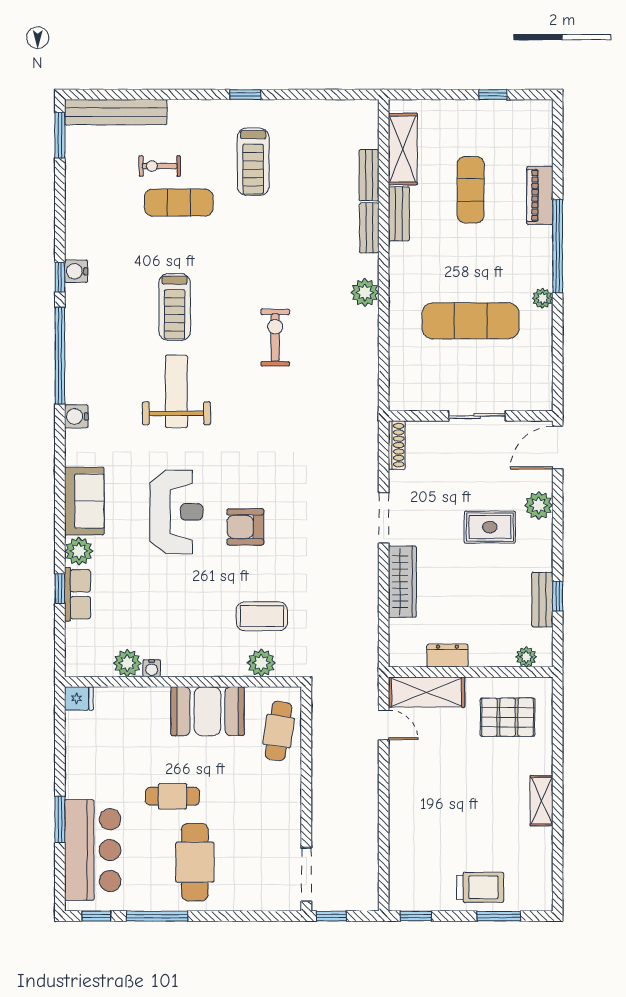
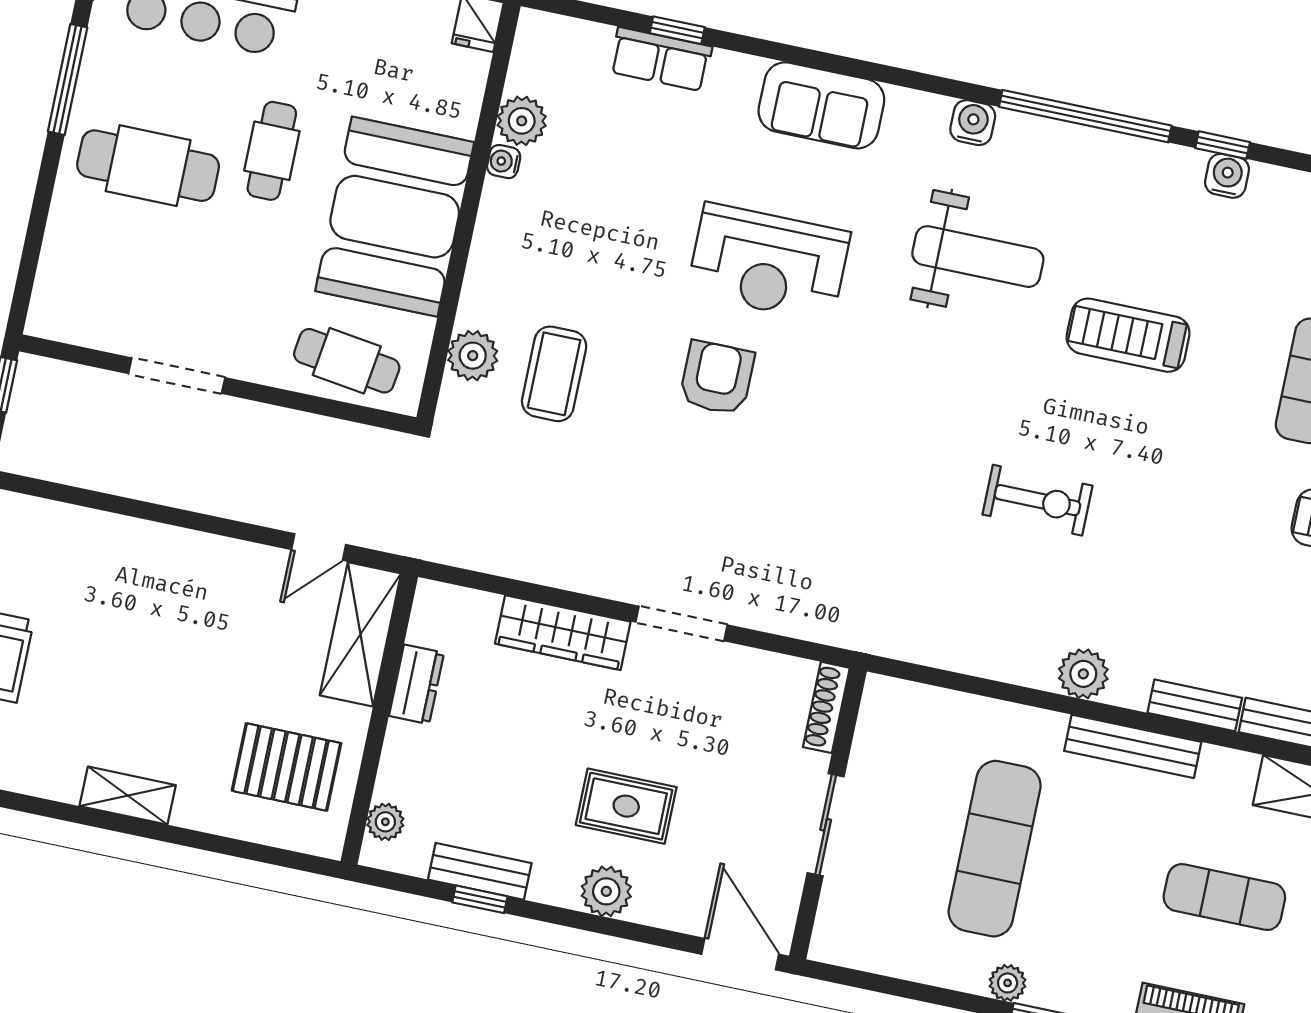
bench: (399, 214) -> (1133, 746), moved, width x1.36
weight bench: (176, 392) -> (978, 257), moved
shoe rack: (397, 445) -> (826, 707), moved, turned 90
plant: (539, 505) -> (606, 891), moved
rug: (490, 527) -> (626, 806), turned 90
plant: (79, 551) -> (736, 77), removed
booth: (208, 711) -> (395, 217), width x1.36, depth x1.42
pallet: (508, 717) -> (287, 767), turned 90
doorway: (306, 875) -> (177, 376), moved

